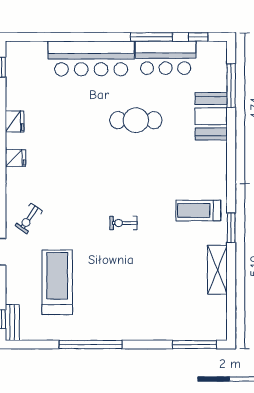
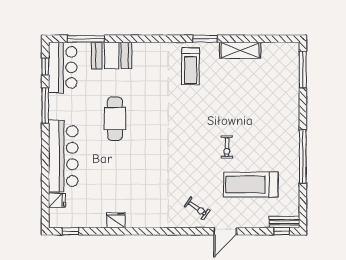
bar counter: (166, 58) -> (63, 67), moved
fridge: (16, 158) -> (57, 200), moved, turned 90
exercise bike: (123, 223) -> (227, 147), moved

